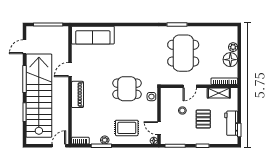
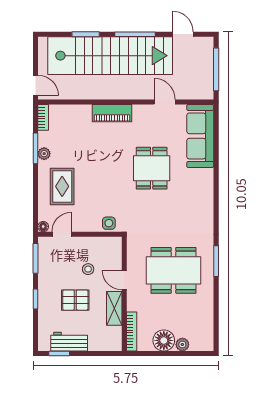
door: (70, 69) -> (165, 102), moved
dining table: (127, 89) -> (152, 168), moved
shelving: (219, 93) -> (114, 308), moved

